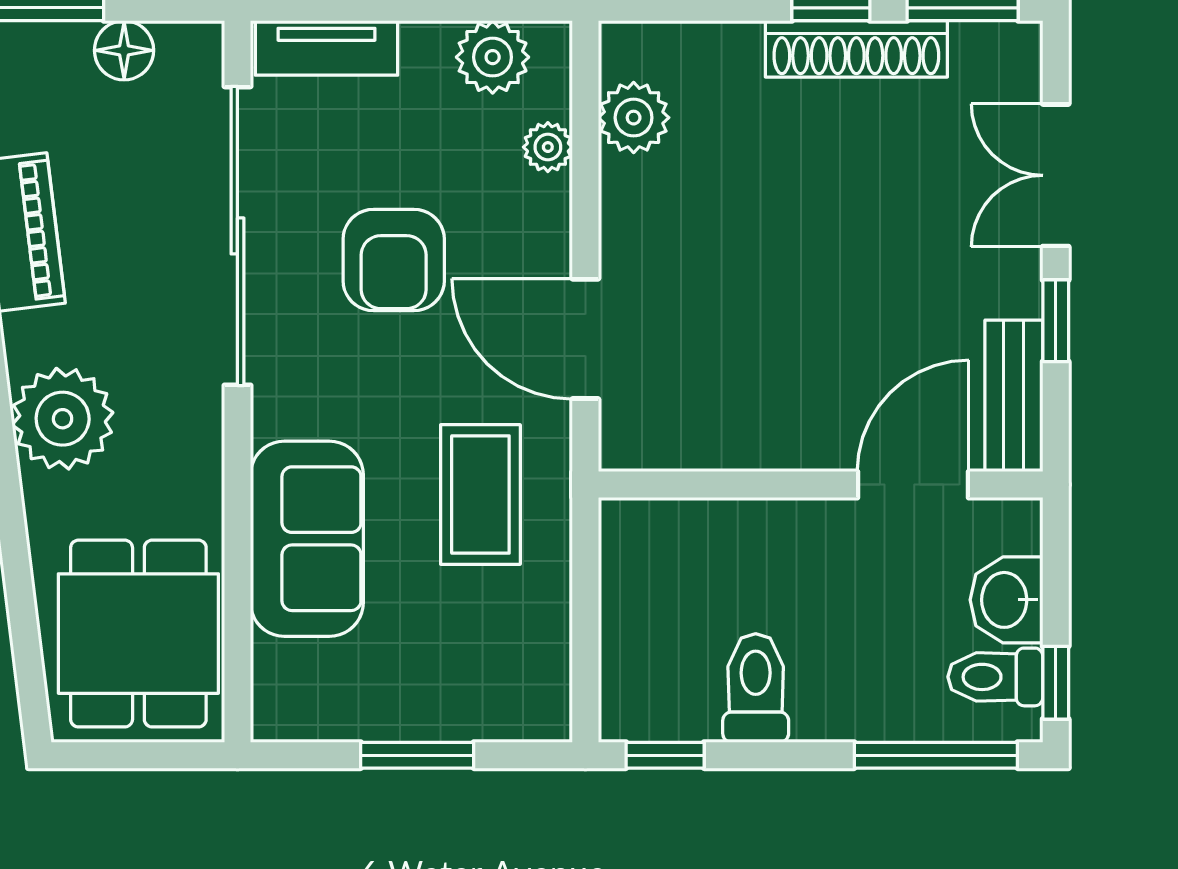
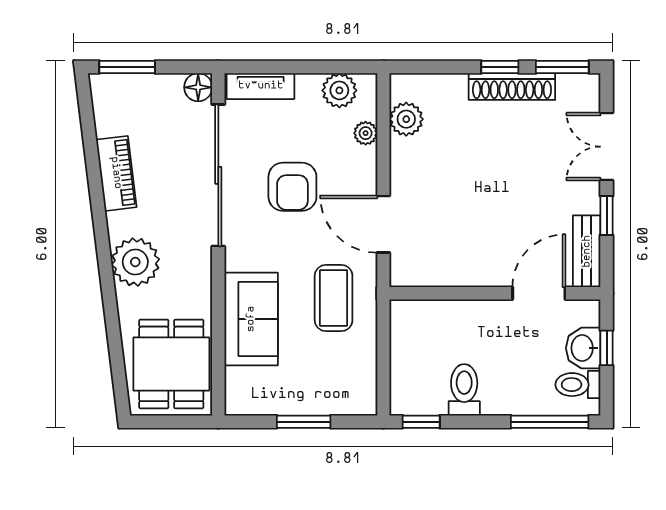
floor lamp: (124, 50) -> (198, 87), moved
window: (1056, 683) -> (607, 348), moved

